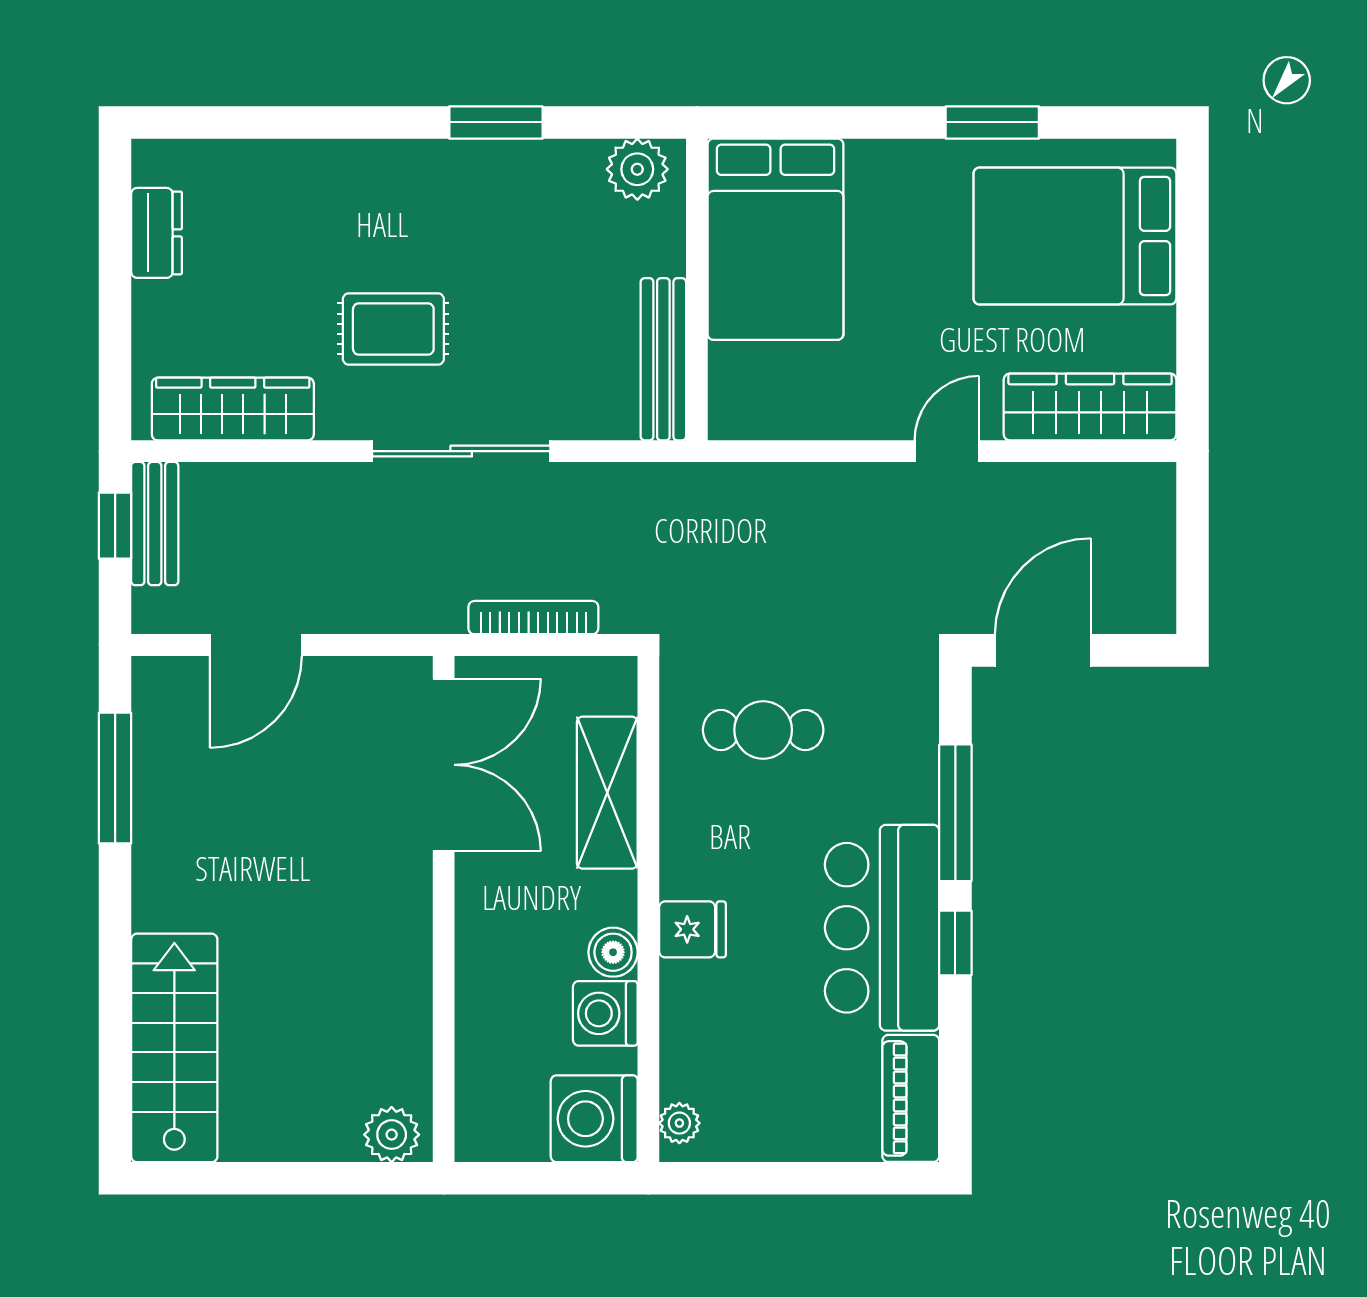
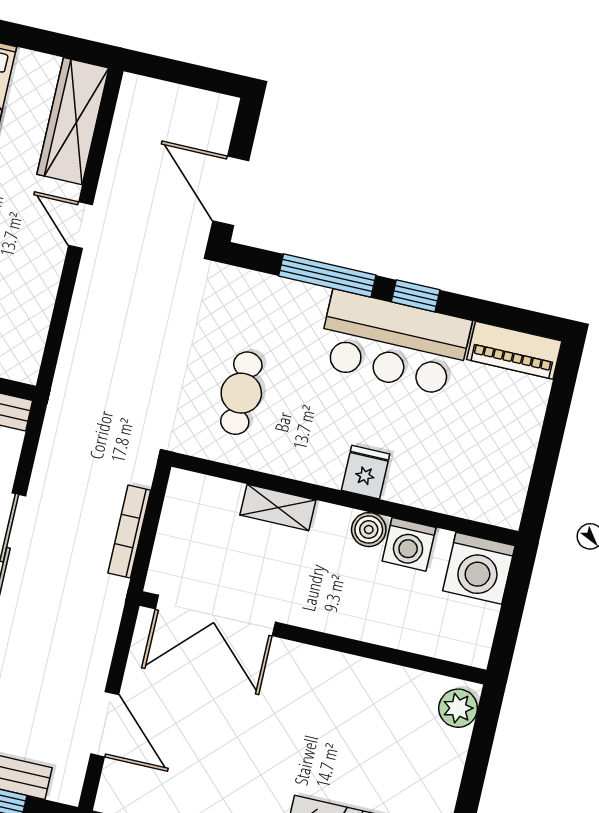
double door: (444, 765) -> (215, 615), swing flipped
shelving: (607, 793) -> (278, 508), width x0.67, depth x0.75
plant: (679, 1123) -> (495, 511), removed

